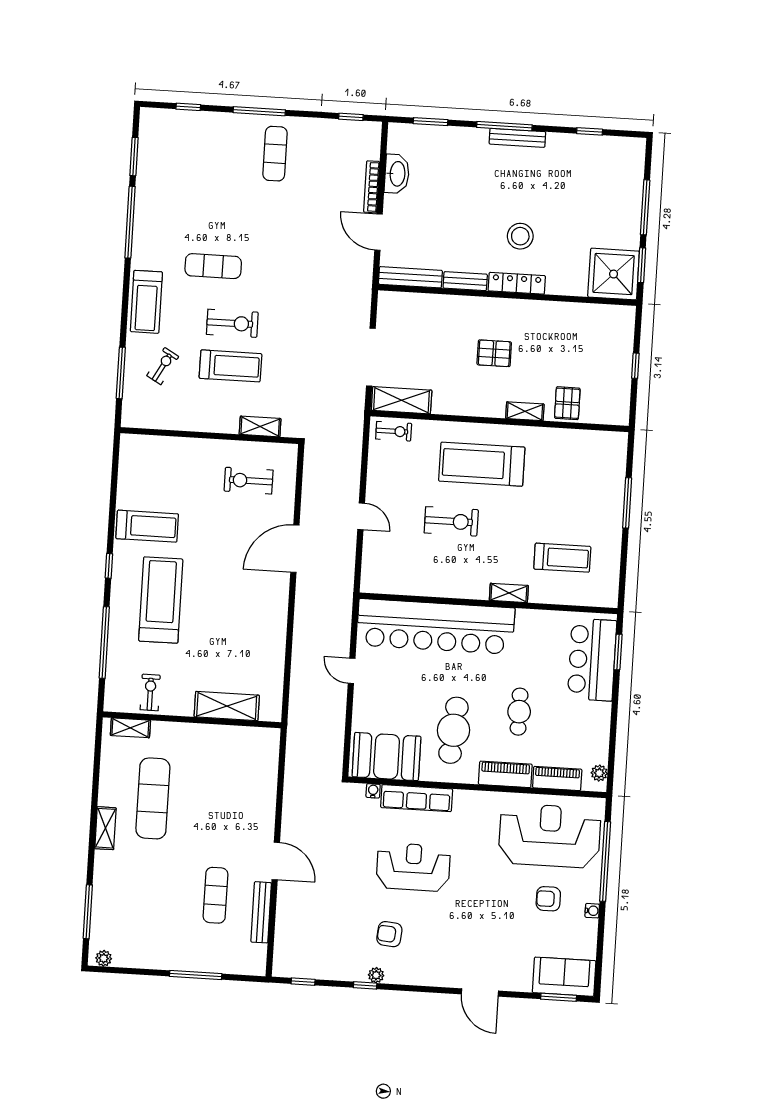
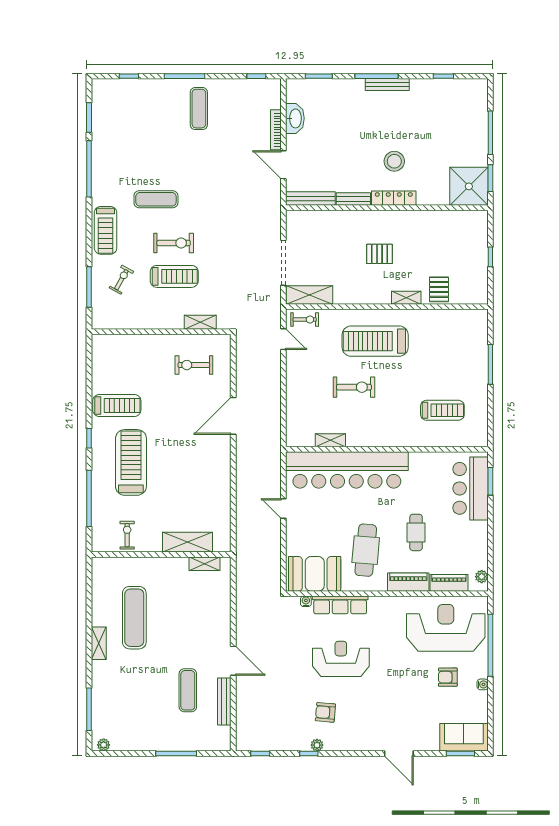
door: (361, 516) -> (283, 339), moved
shelving: (509, 593) -> (330, 440), moved
shelving: (130, 728) -> (205, 564), moved

